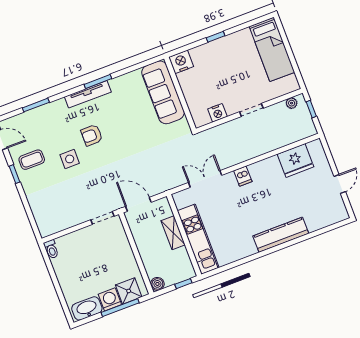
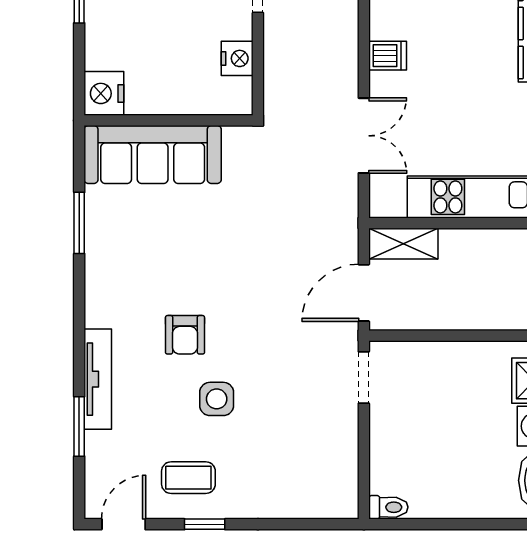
window: (98, 81) -> (79, 223), moved
tv unit: (88, 94) -> (98, 379), moved
coffee table: (32, 160) -> (188, 478), turned 90
double door: (205, 179) -> (364, 136), swing flipped
shelving: (173, 233) -> (403, 244), moved

